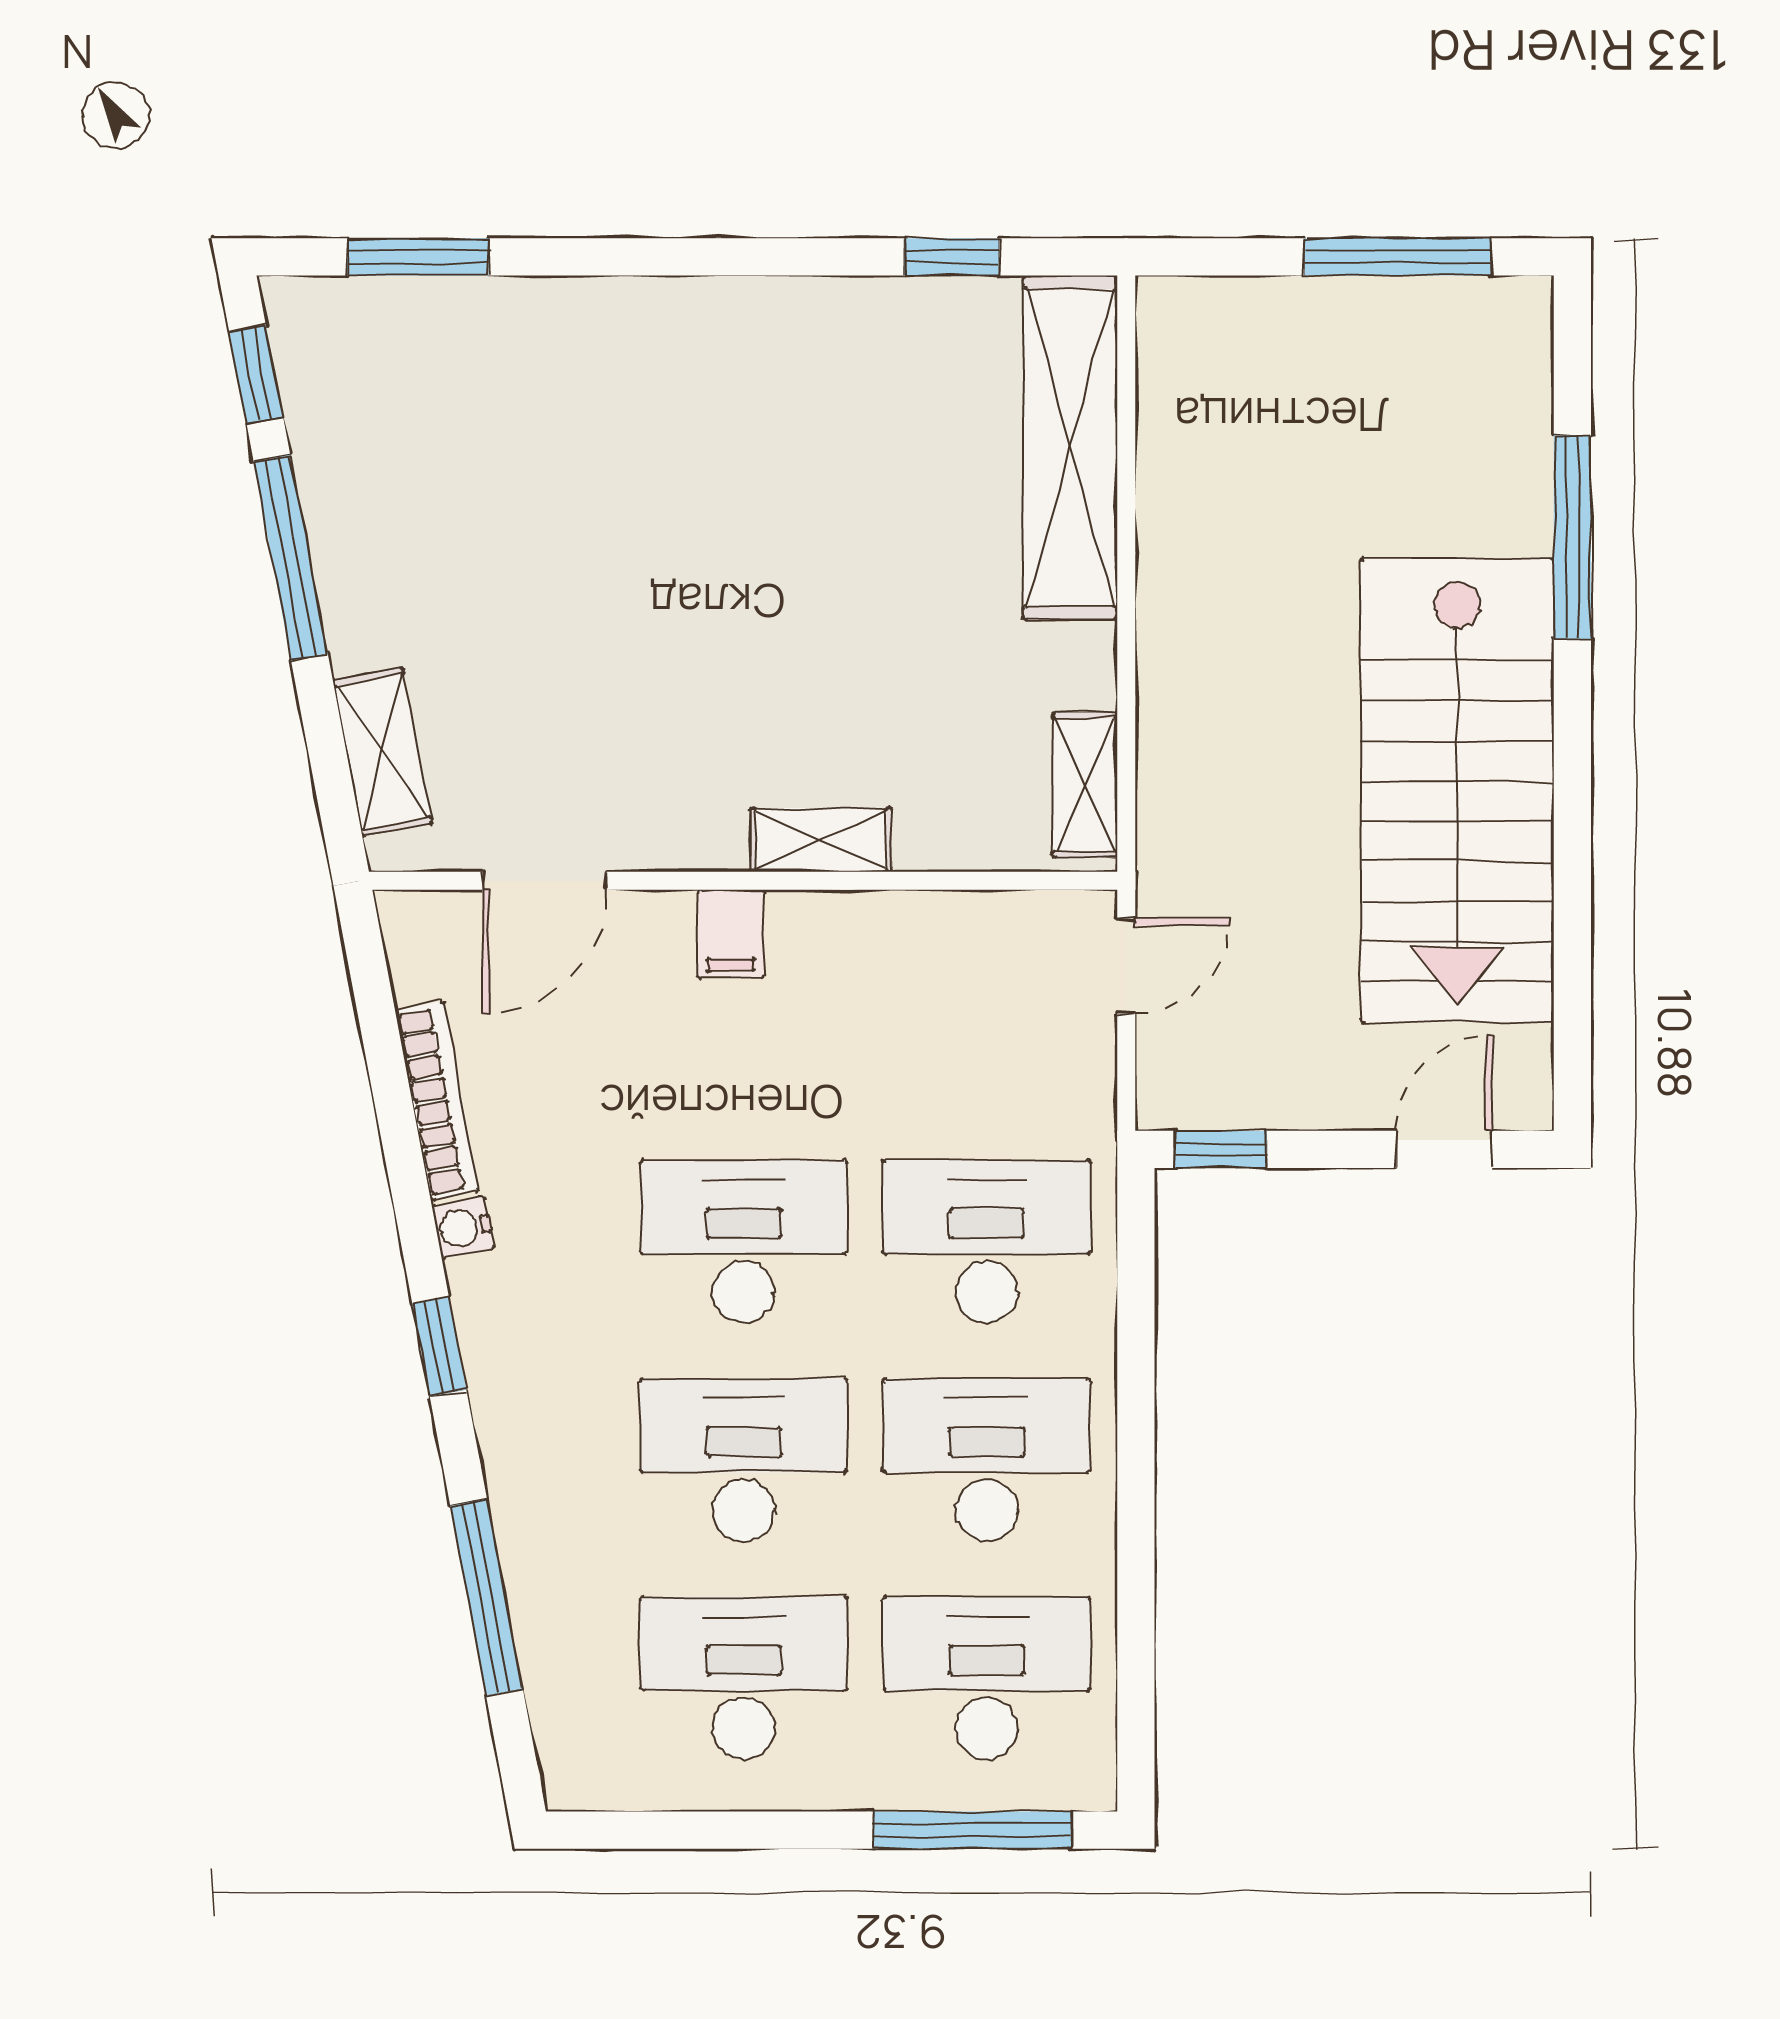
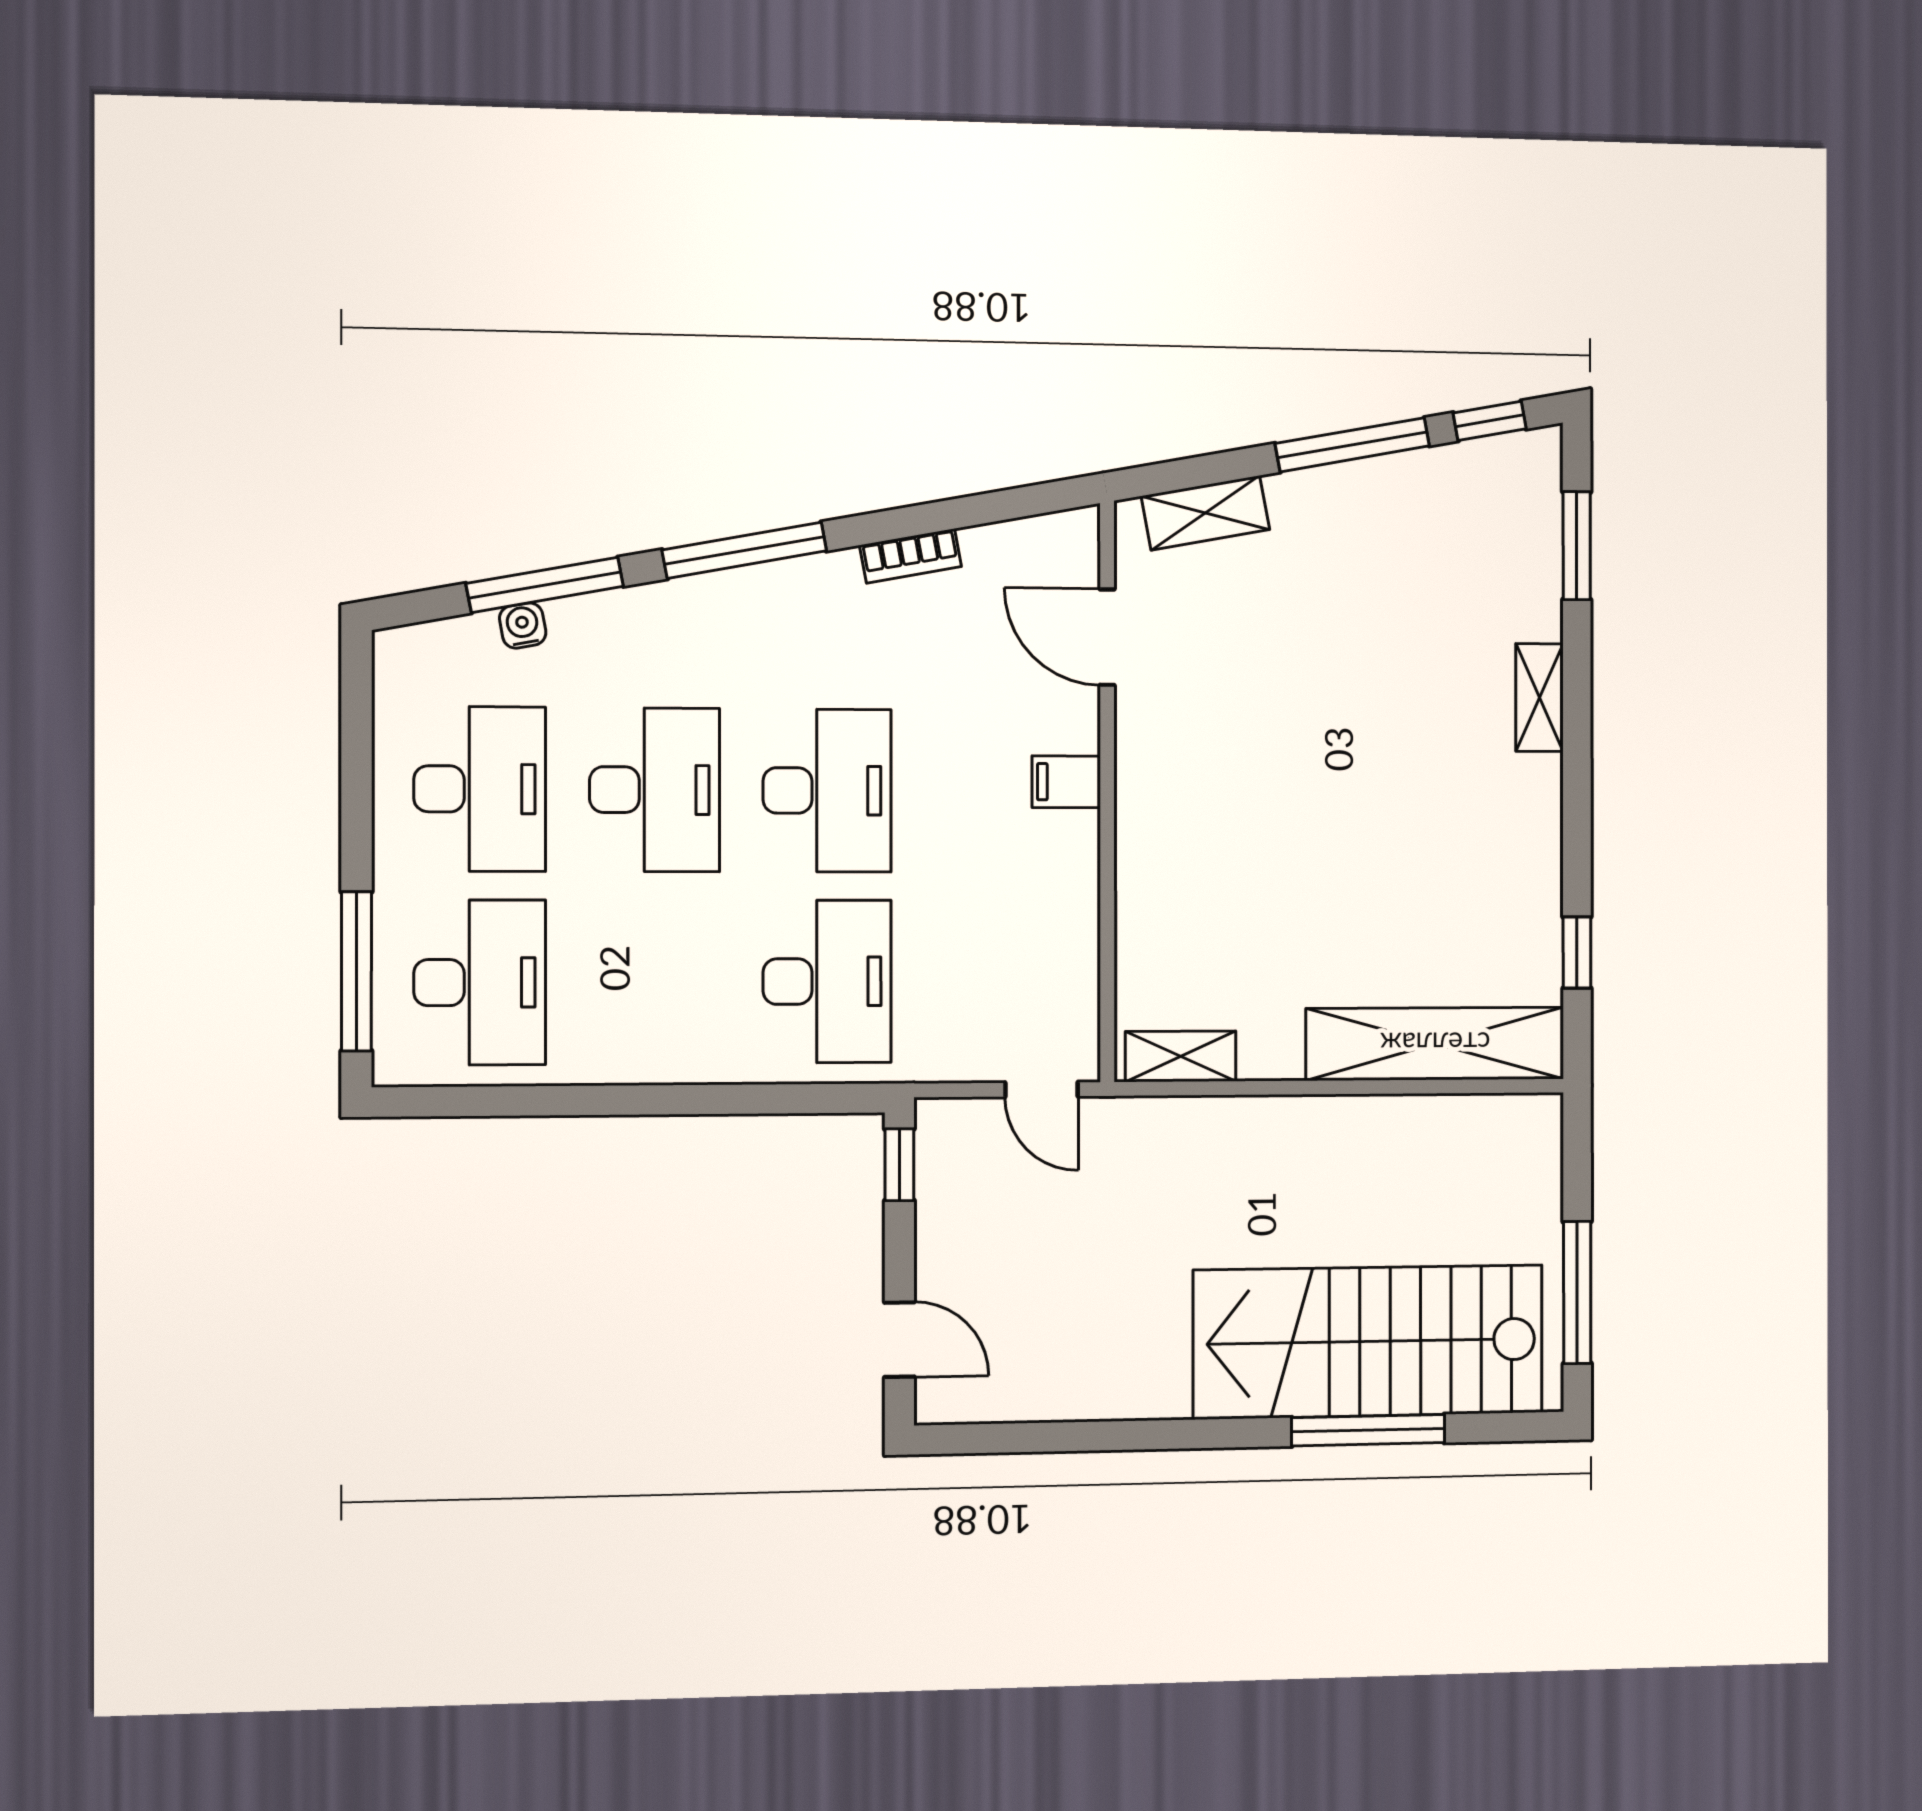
stairs: (1457, 790) -> (1369, 1342), moved
shelving: (821, 840) -> (1540, 698), moved
bookcase: (437, 1100) -> (911, 556), width x0.64
water cooler: (463, 1227) -> (523, 626), moved
window: (439, 1346) -> (744, 550), width x2.17
desk: (987, 1460) -> (655, 982), removed

